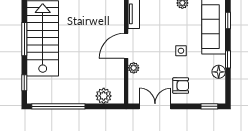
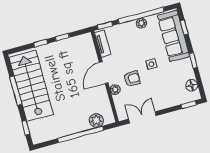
floor lamp: (219, 72) -> (192, 85), moved
armchair: (181, 86) -> (132, 79), moved
window: (58, 106) -> (81, 134), moved

